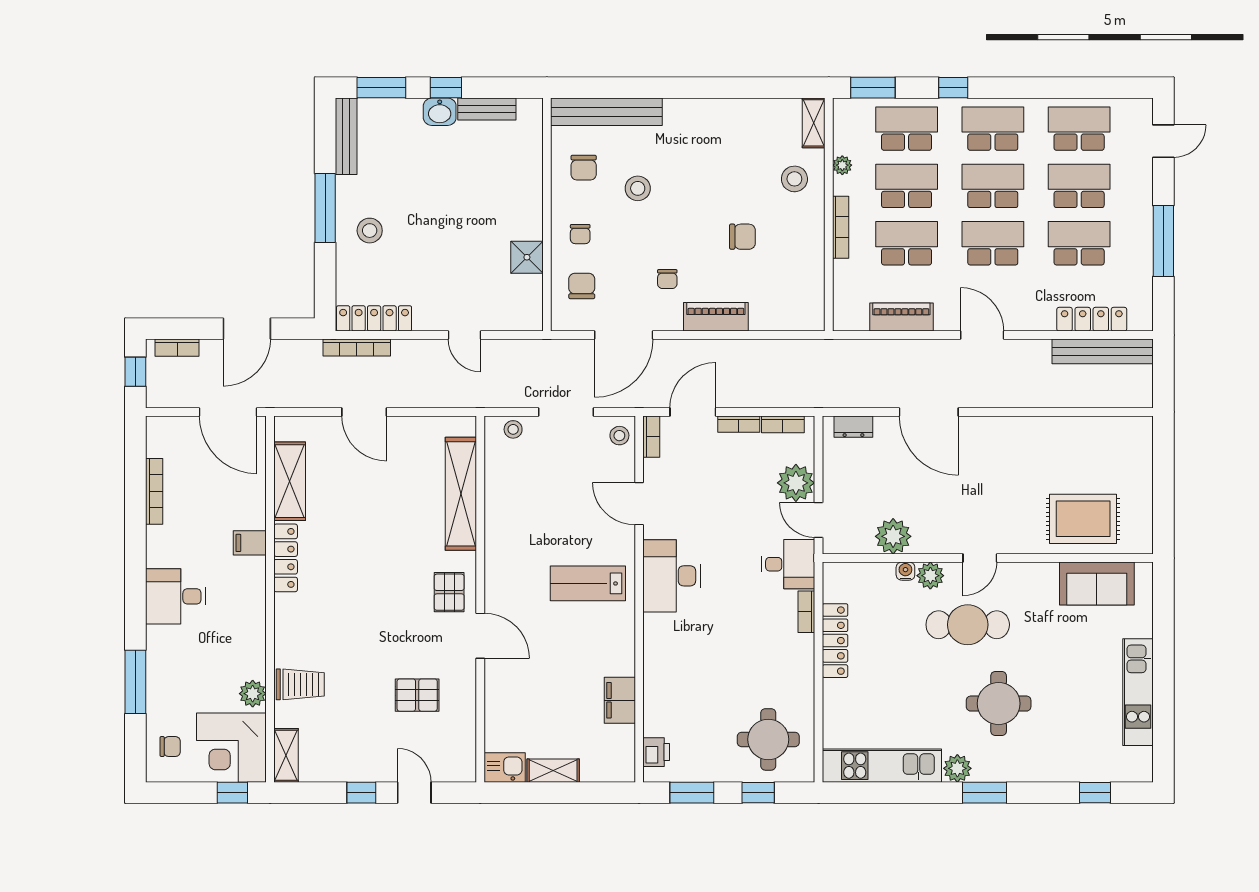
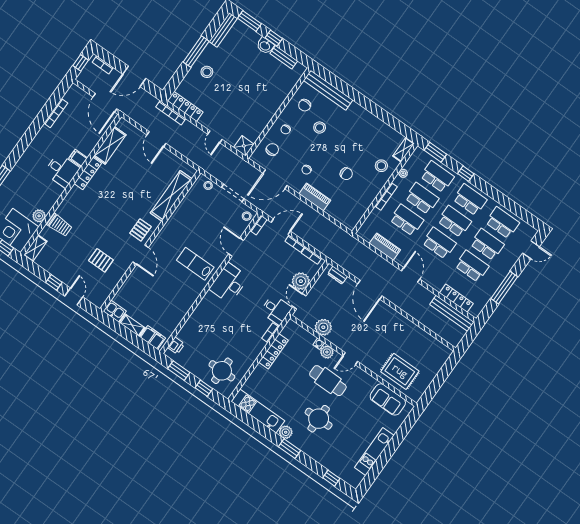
shower: (527, 257) -> (244, 146), moved
desk: (176, 596) -> (62, 170), moved, turned 180
filing cabinet: (620, 700) -> (153, 337), moved, turned 90

